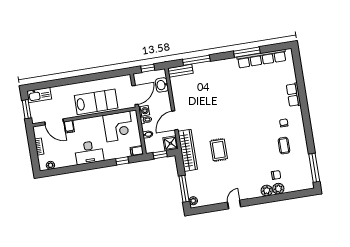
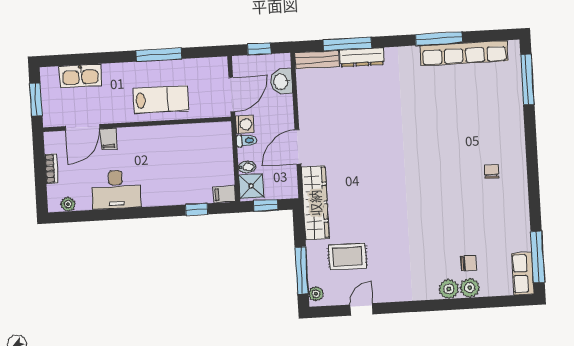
dresser: (205, 67) -> (362, 57), added
window: (298, 70) -> (527, 79), added
window: (92, 77) -> (159, 55), added
kitchen sink: (39, 95) -> (80, 76), moved
row of seats: (294, 95) -> (523, 274), moved
lab bench: (96, 102) -> (161, 99), width x0.73, depth x0.72
door: (54, 122) -> (82, 127), hinge flipped
corner desk: (118, 127) -> (196, 147), removed
shower: (170, 143) -> (251, 186), moved
coffee table: (284, 146) -> (488, 212), removed
rug: (219, 150) -> (347, 256), moved, turned 90
desk: (89, 152) -> (116, 190), moved
door: (234, 205) -> (362, 309), moved

